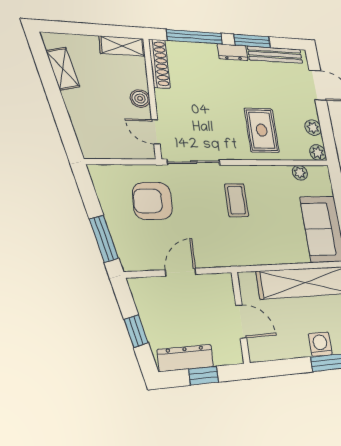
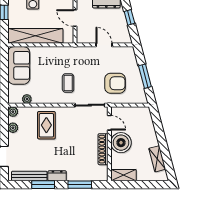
window: (195, 37) -> (80, 185), width x0.69
shoe rack: (159, 63) -> (103, 149), moved
boiler: (140, 98) -> (121, 143), width x1.86, depth x1.86
window: (104, 239) -> (145, 76), moved
door: (181, 272) -> (104, 45), swing flipped

